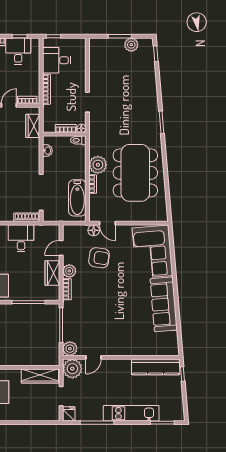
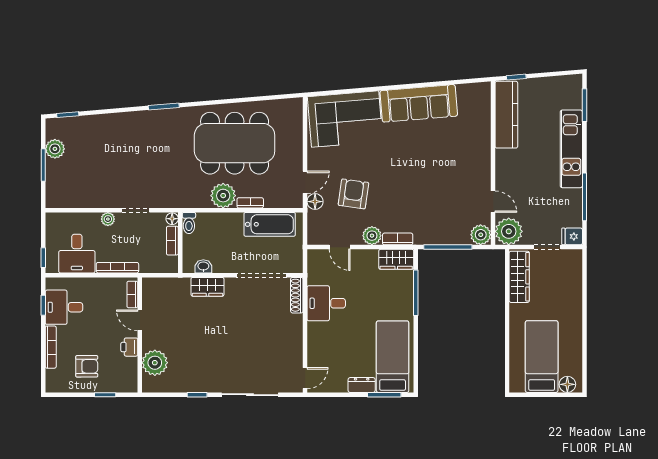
plant: (81, 82) -> (108, 219), added
wardrobe: (33, 126) -> (207, 287), moved
wardrobe: (52, 273) -> (396, 259), moved

